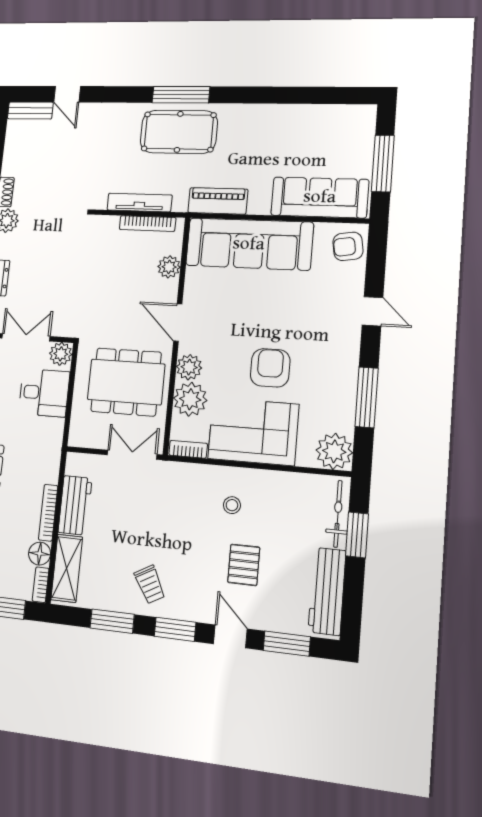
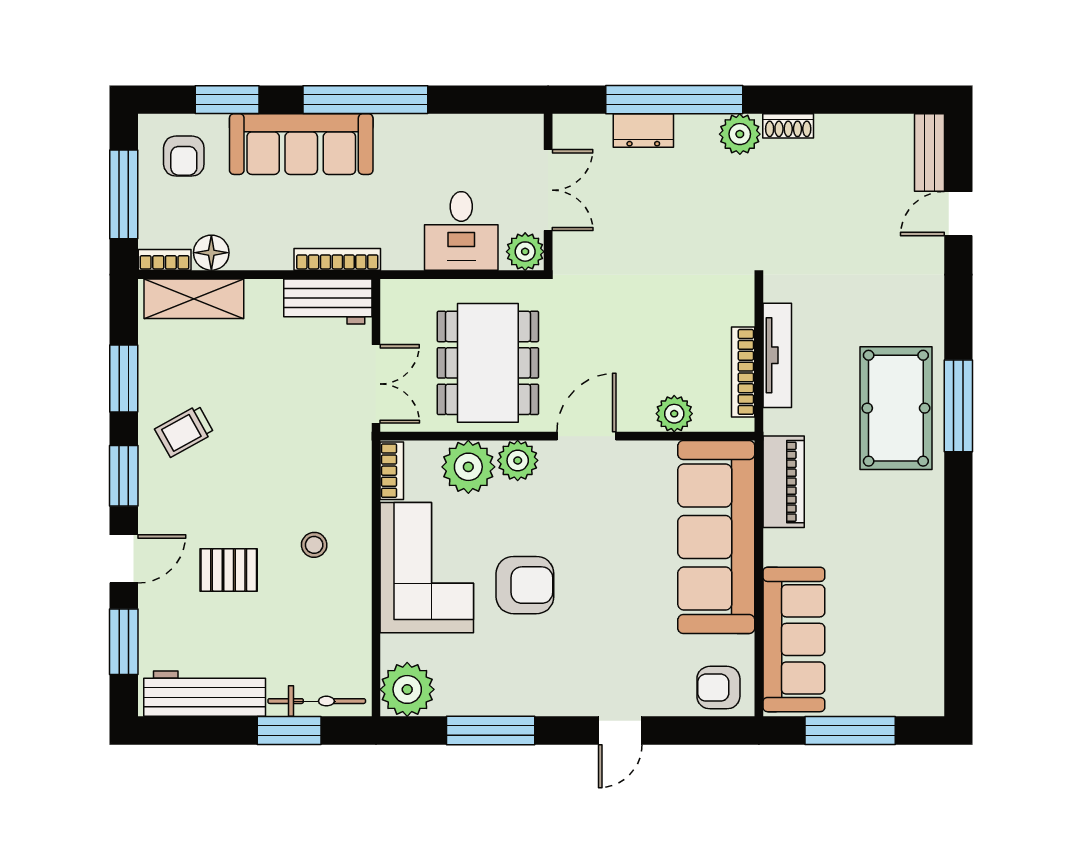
armchair: (348, 246) -> (718, 688), turned -81
workbench: (75, 505) -> (328, 302), moved
bookcase: (48, 513) -> (337, 259), moved

